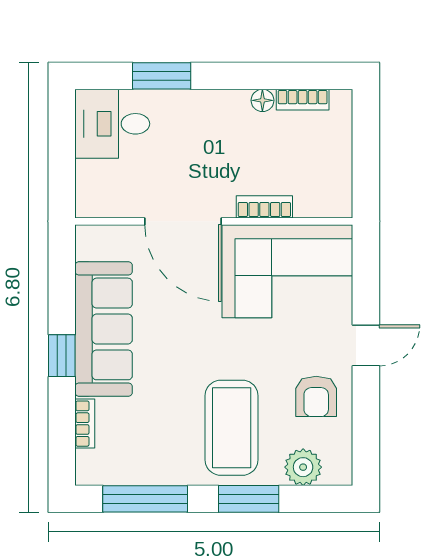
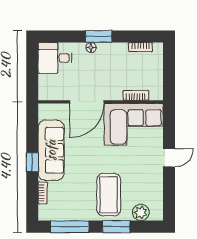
window: (162, 76) -> (99, 36), moved
floor lamp: (262, 100) -> (91, 47), moved
bookcase: (264, 207) -> (136, 95), moved
door: (183, 221) -> (87, 102), hinge flipped
armchair: (316, 396) -> (147, 181), removed

